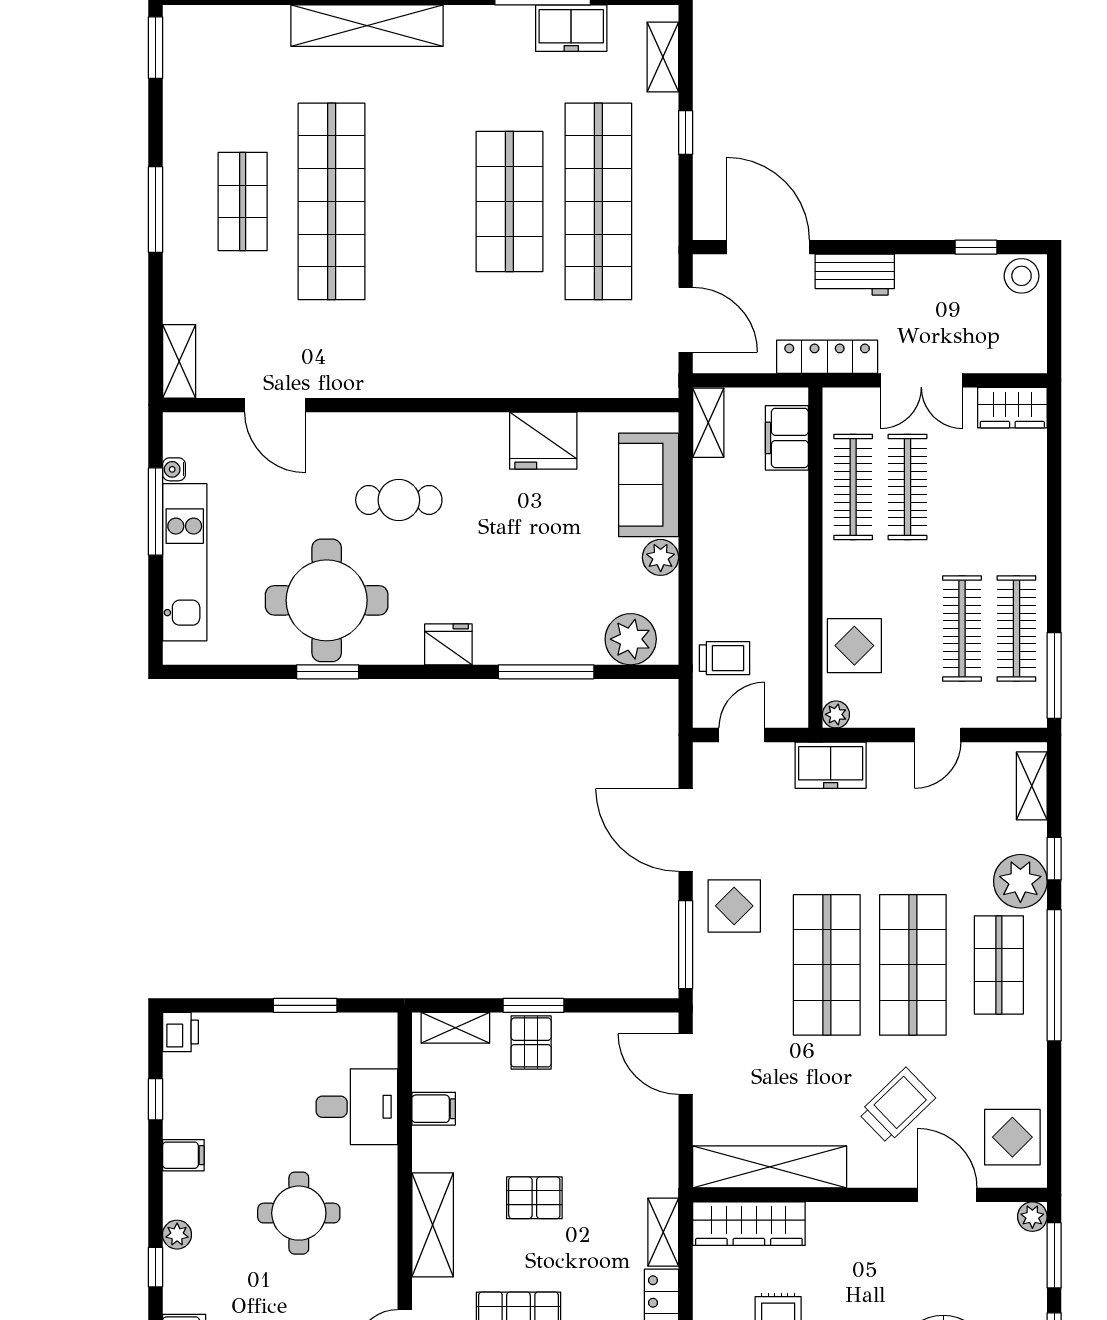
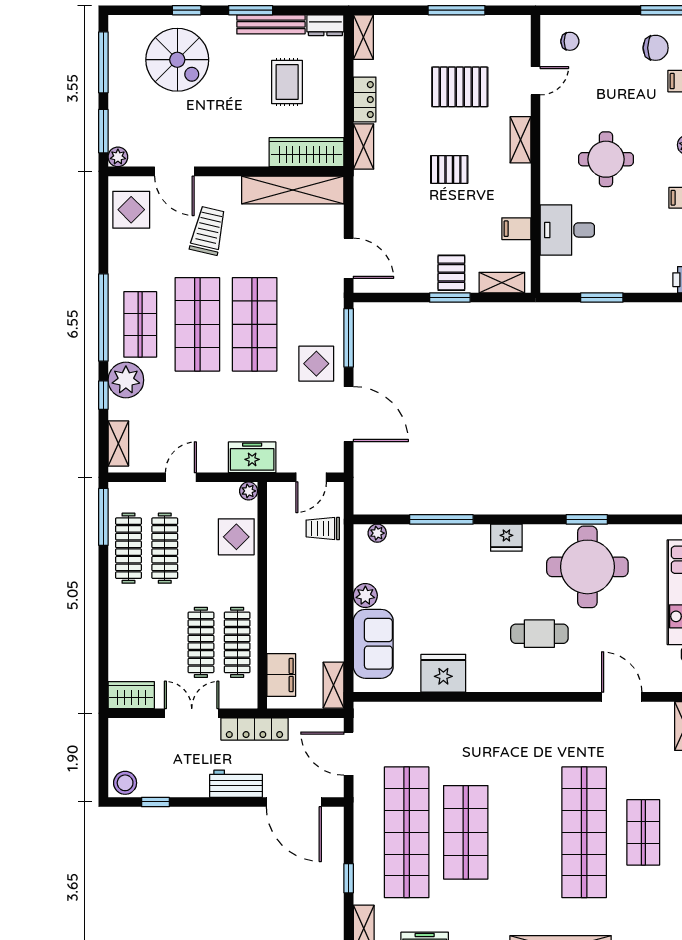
plant: (631, 639) -> (377, 533), width x0.53, depth x0.53
trolley: (897, 1106) -> (208, 231), turned 147
shelving: (433, 1225) -> (520, 140), width x0.67, depth x0.75

